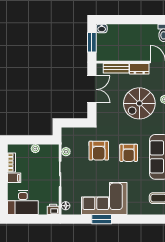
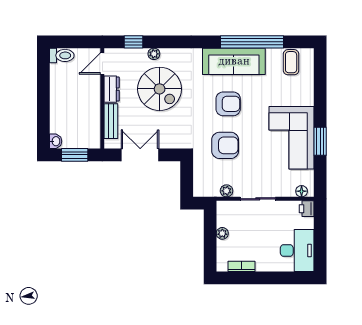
filing cabinet: (14, 178) -> (263, 263), removed

